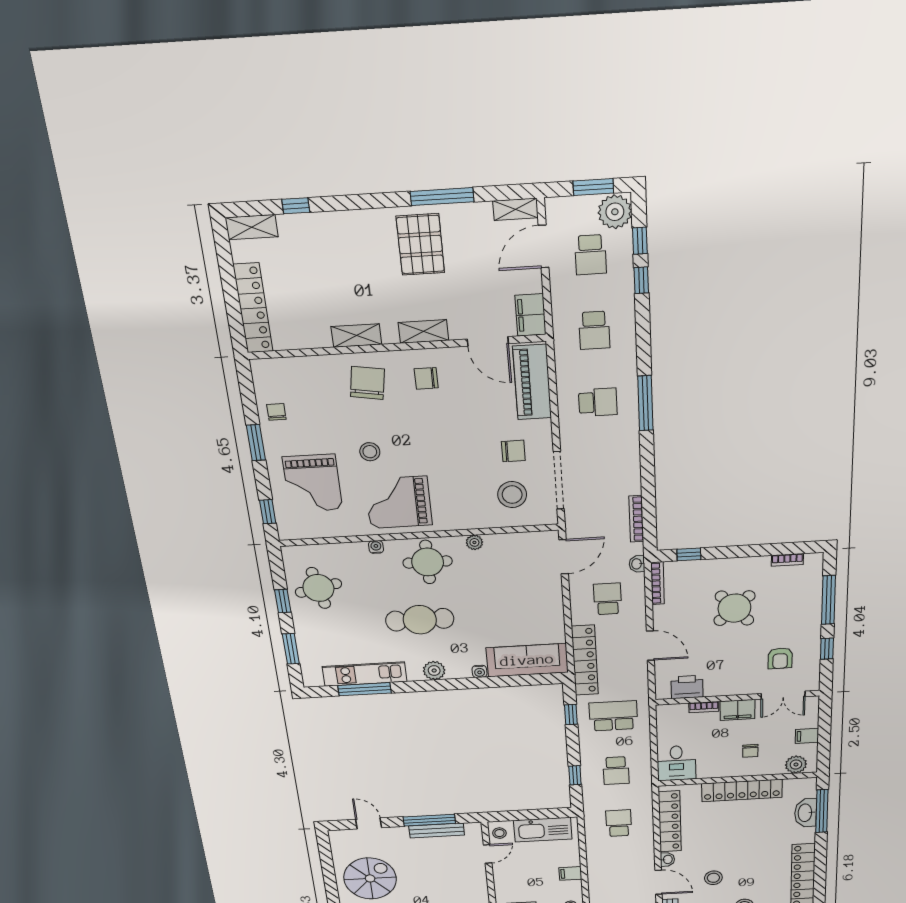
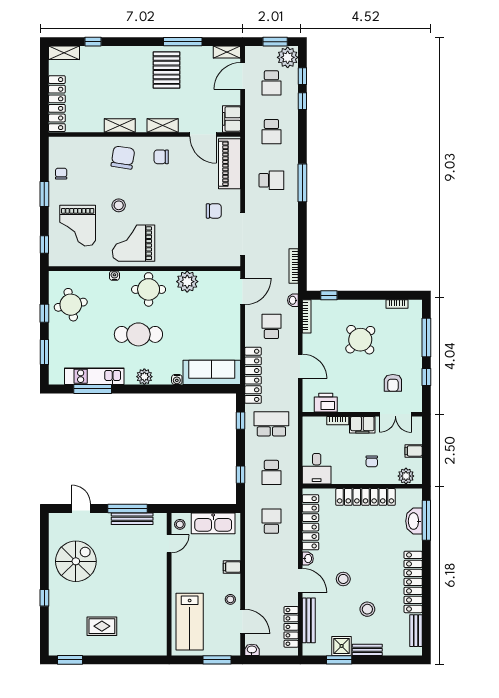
stool: (512, 495) -> (211, 242), removed
plant: (474, 542) -> (187, 282), width x1.88, depth x1.88

